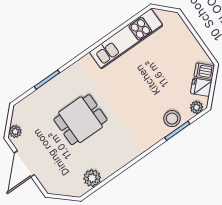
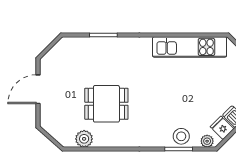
dining table: (81, 120) -> (106, 104), moved
plant: (15, 132) -> (49, 59), removed

